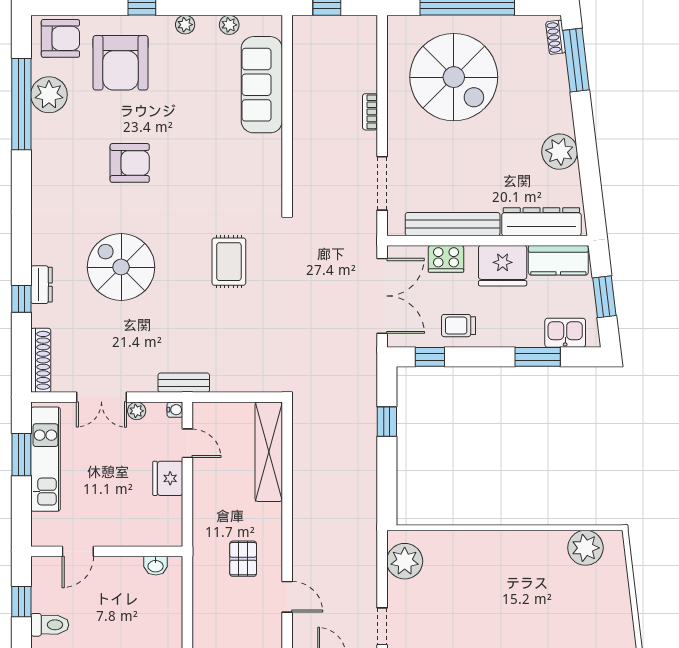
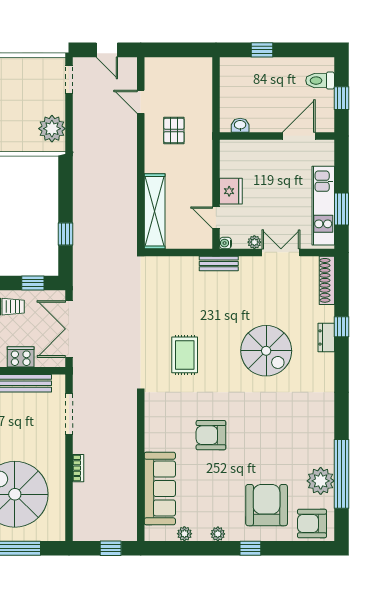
armchair: (130, 163) -> (211, 435), moved
door: (78, 551) -> (299, 136), width x1.38

